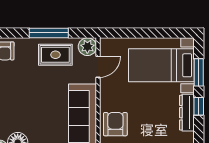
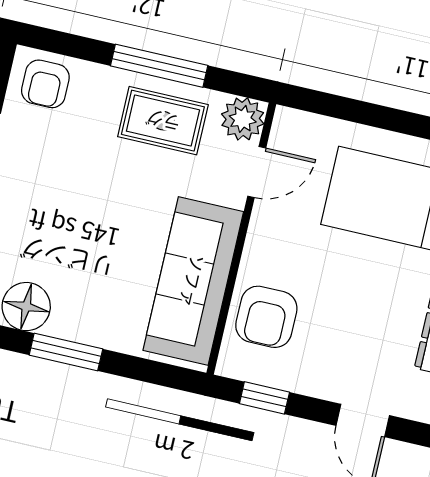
armchair: (115, 124) -> (266, 317), turned 180

